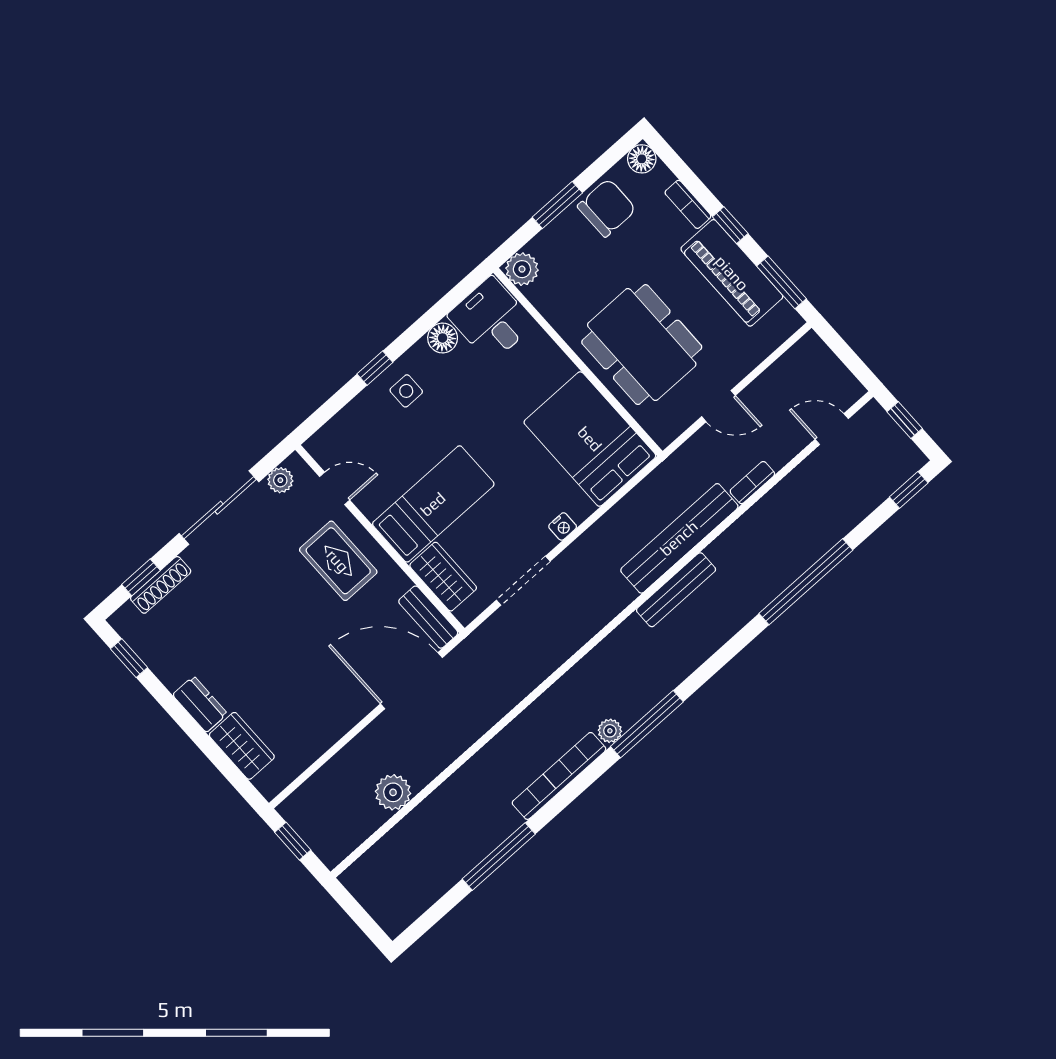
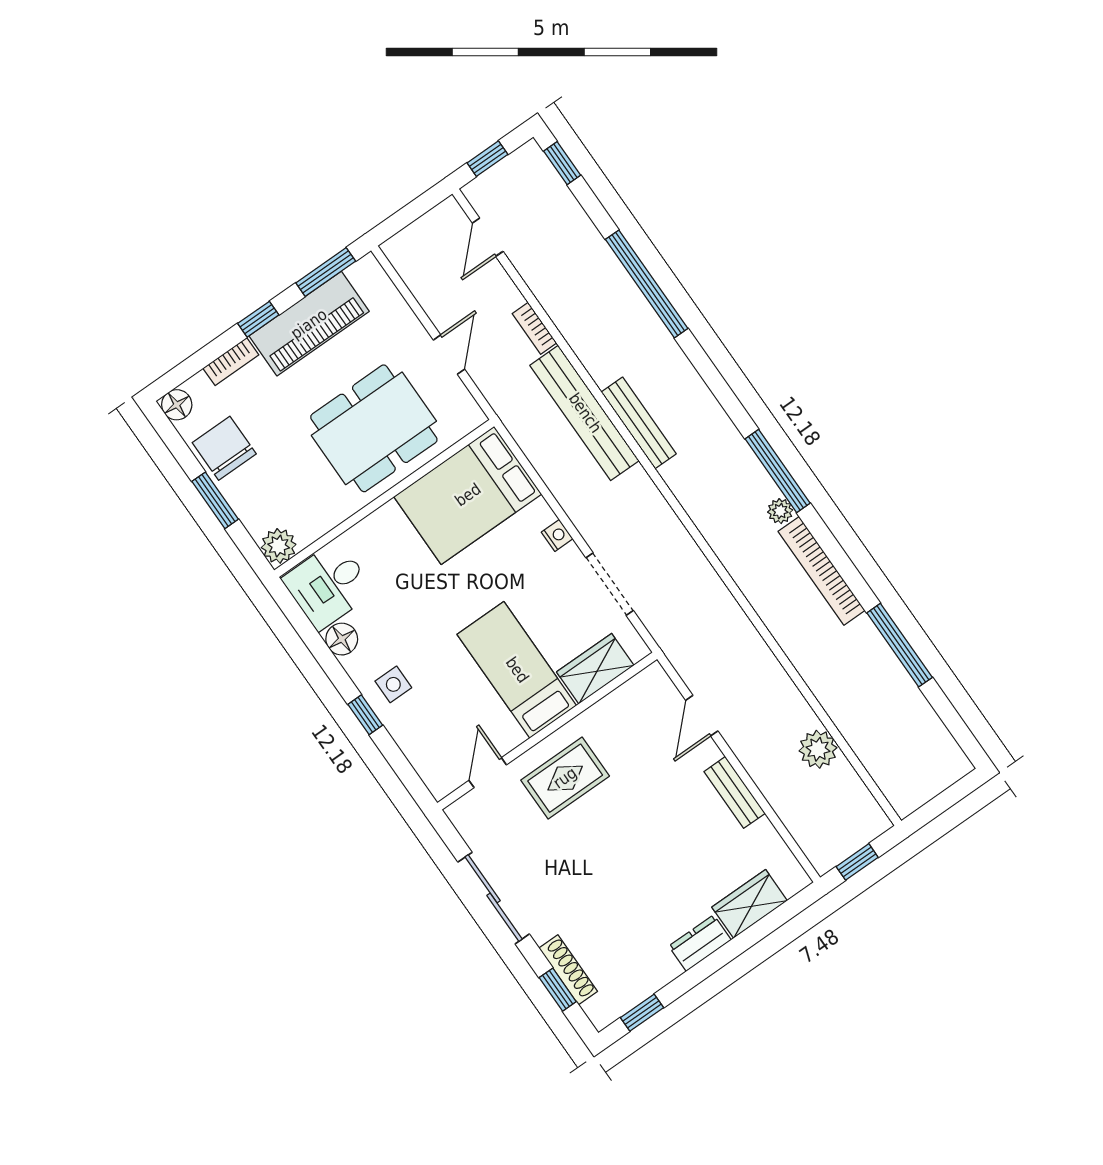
plant: (280, 480) -> (472, 829), removed
bench: (428, 617) -> (735, 792), moved, turned 90
door: (411, 681) -> (702, 716), width x0.53

